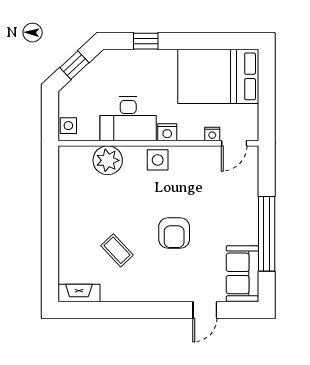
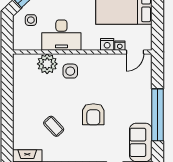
side table: (68, 126) -> (31, 20), moved
nightstand: (167, 132) -> (107, 44), moved
side table: (158, 160) -> (70, 71), moved

